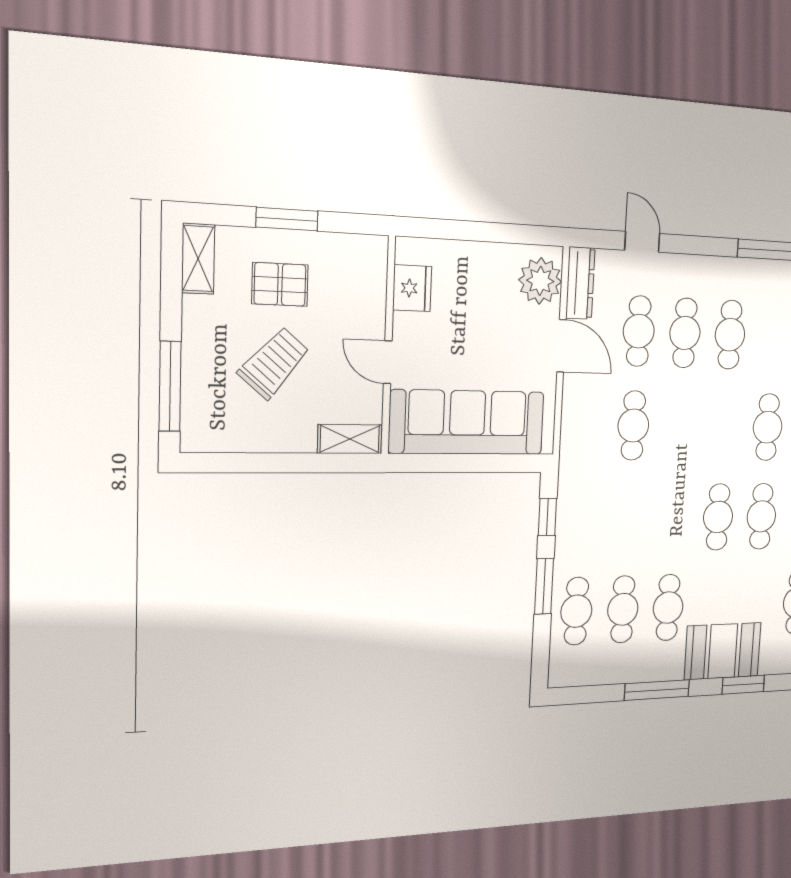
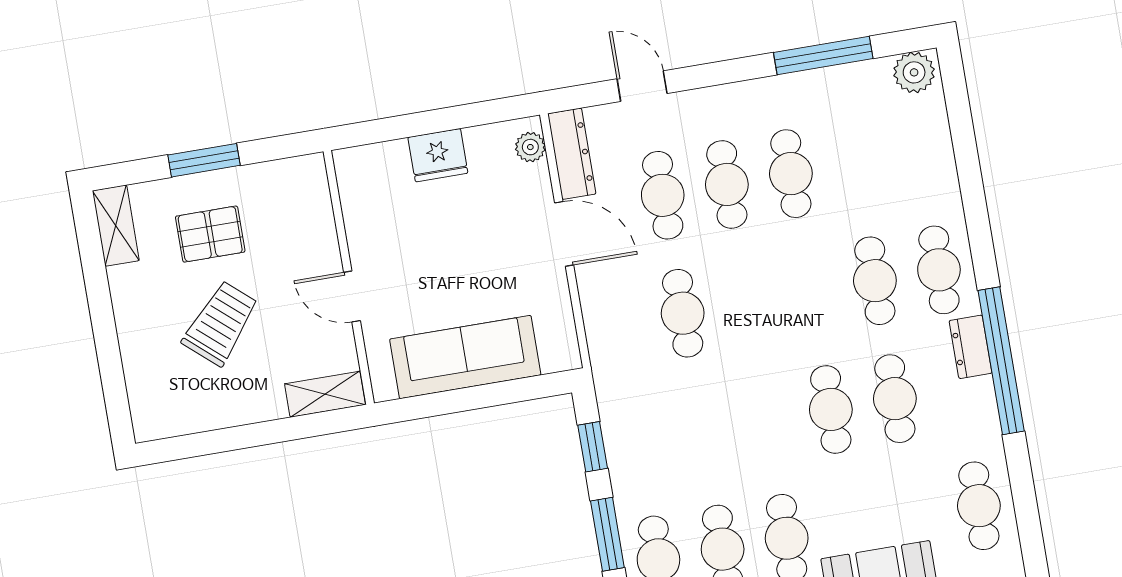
plant: (540, 281) -> (530, 147), width x0.53, depth x0.53
fridge: (412, 288) -> (438, 155), moved, turned 90
window: (170, 386) -> (112, 372), removed
sofa: (467, 422) -> (465, 357), width x0.74, depth x0.79

